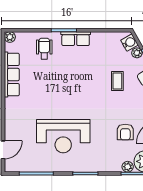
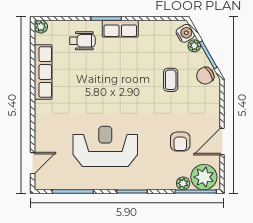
wheelchair: (44, 49) -> (82, 41), turned 90
reception desk: (63, 136) -> (105, 146), turned 180

